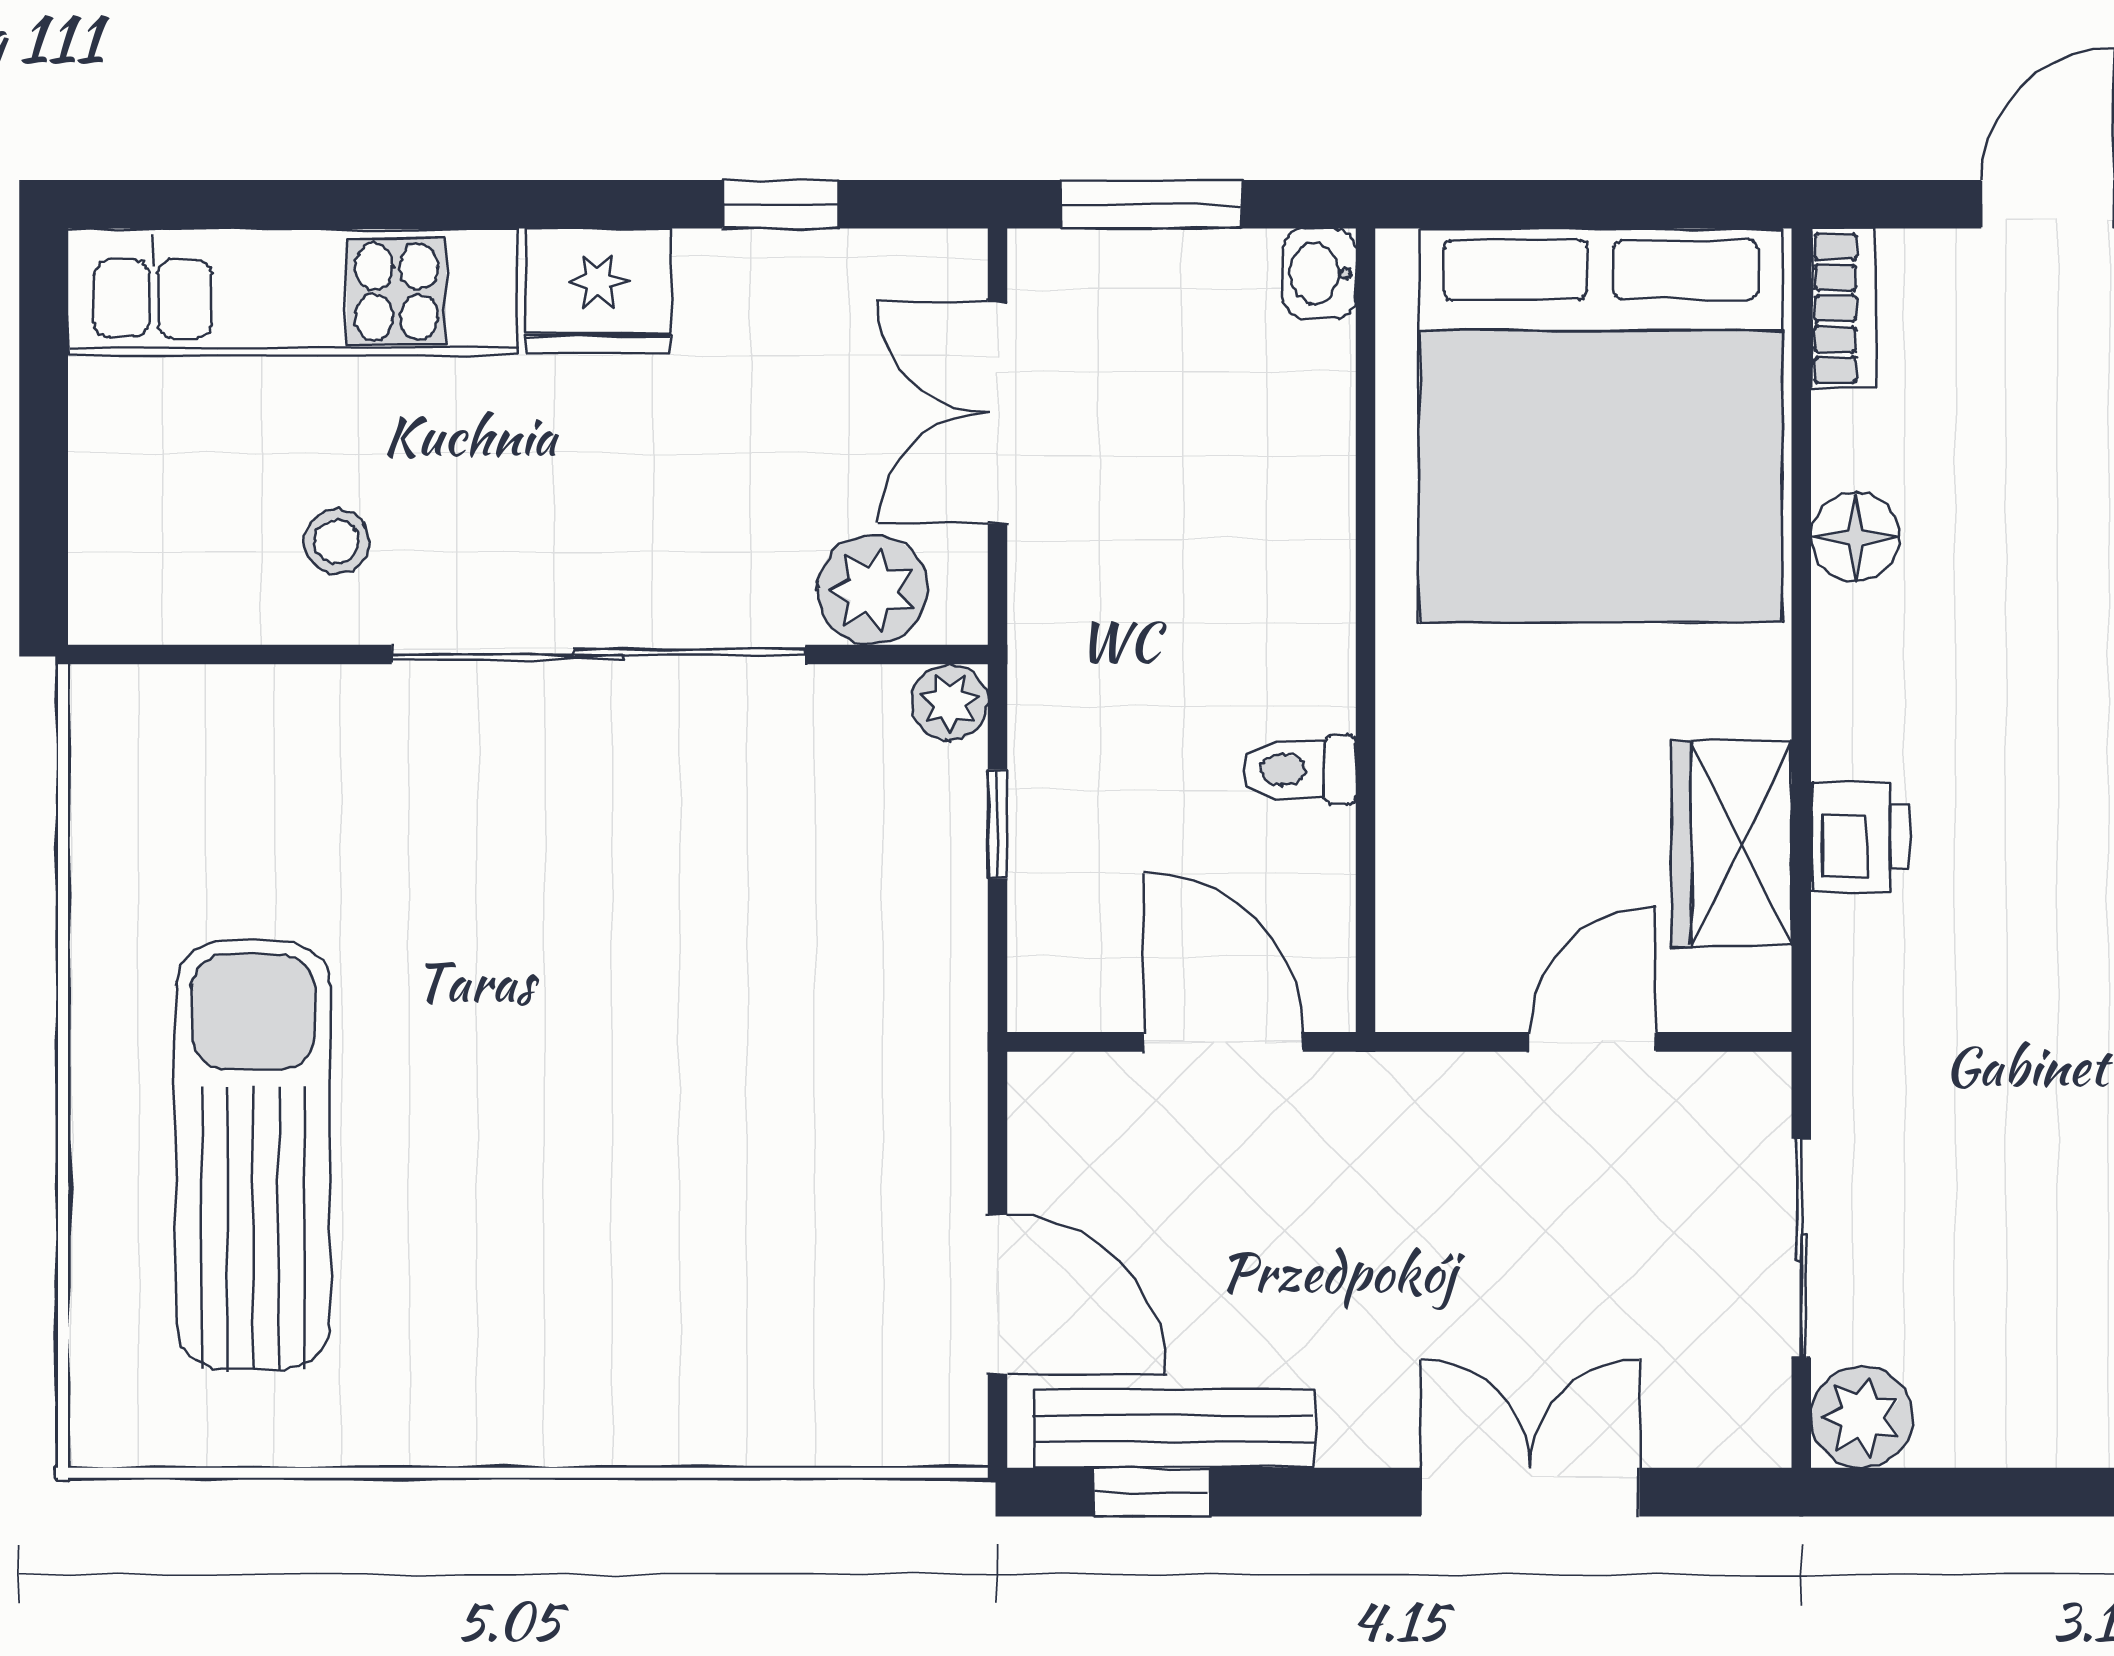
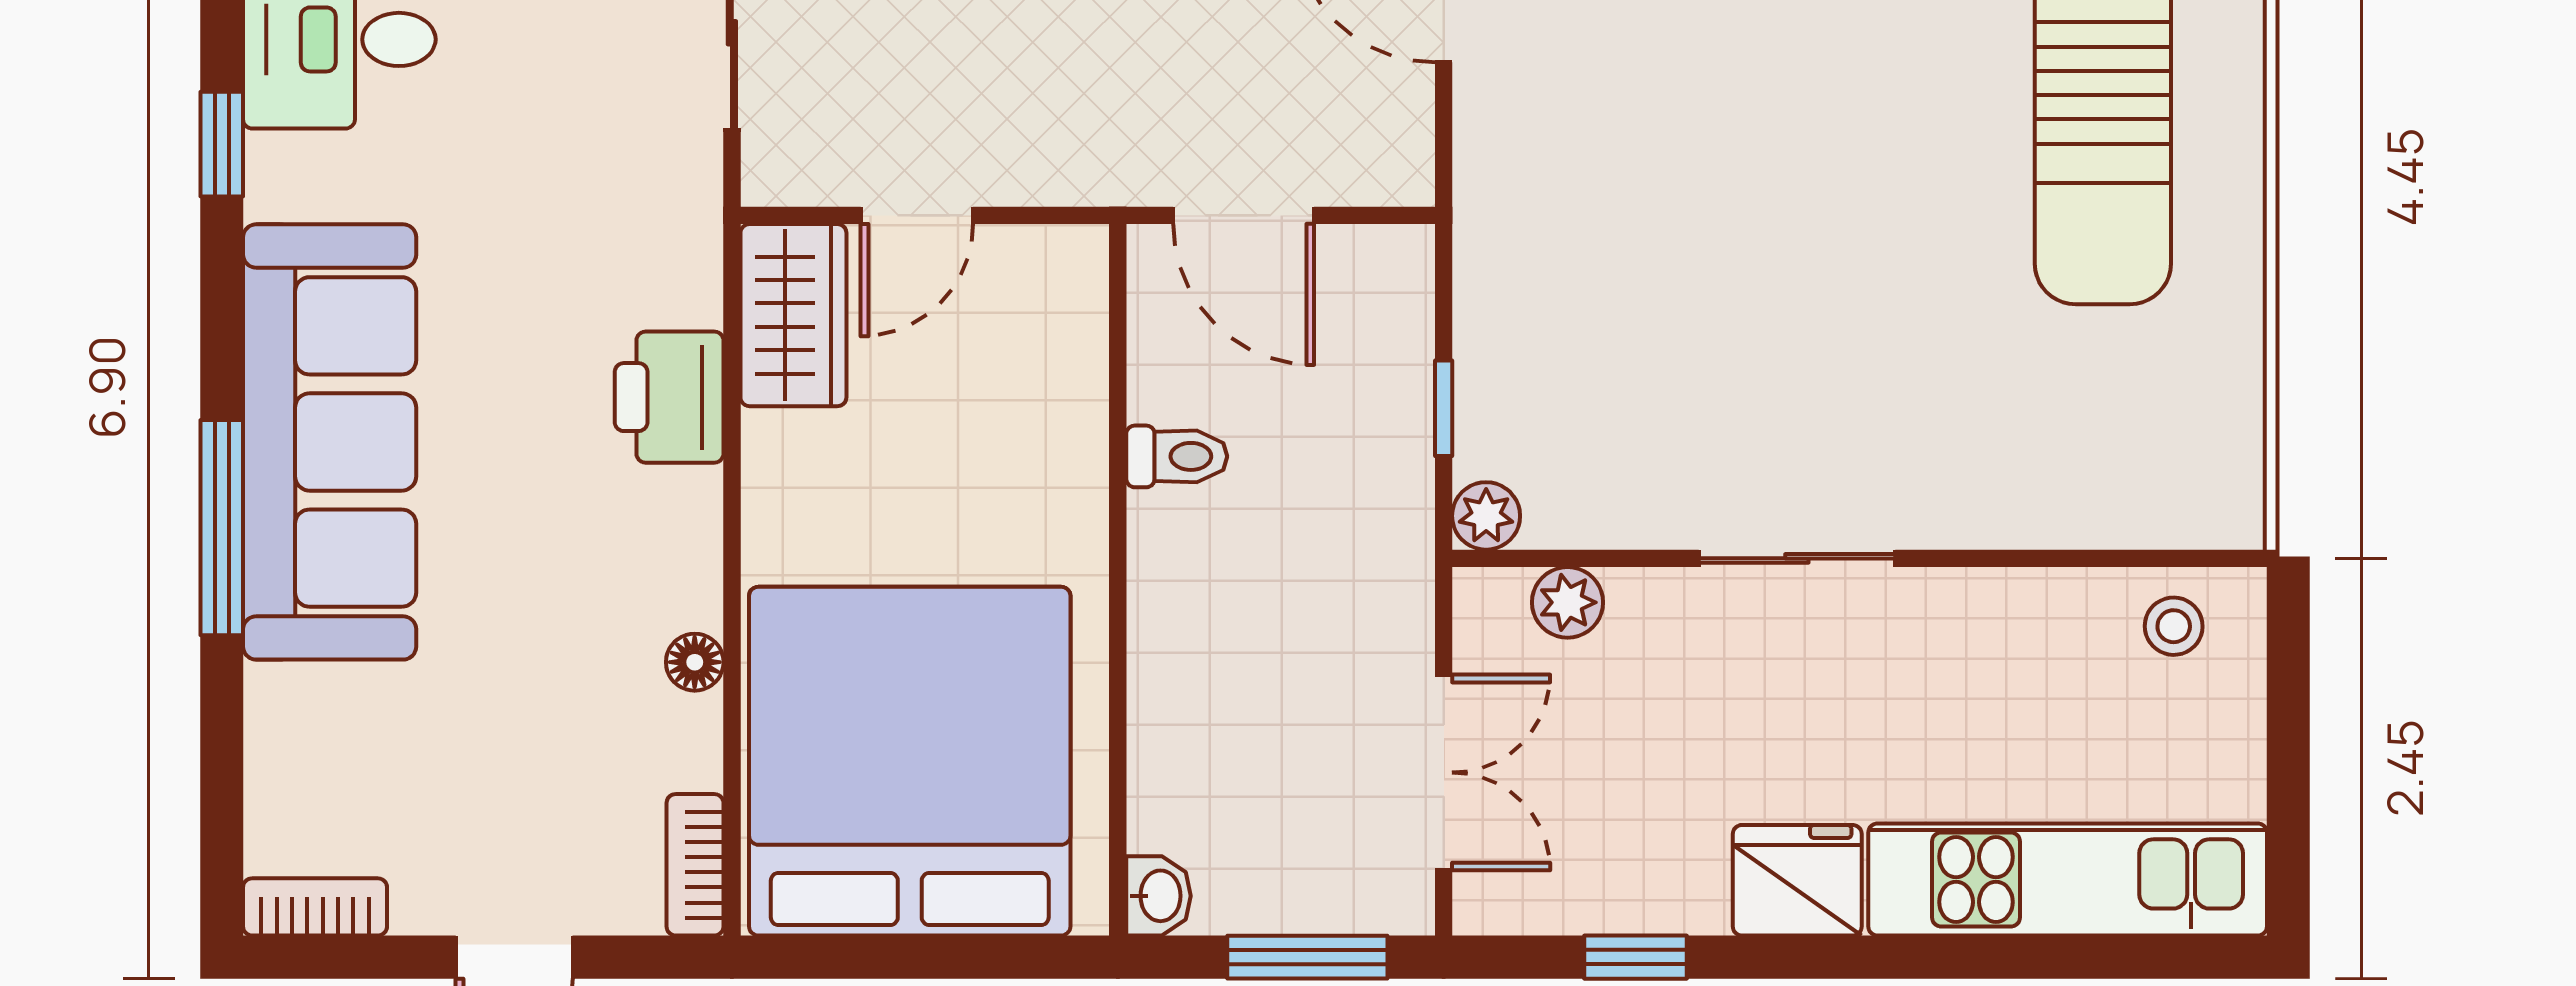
floor lamp: (1855, 537) -> (695, 662), width x0.73, depth x0.73
stool: (337, 542) -> (2174, 626), moved
plant: (873, 590) -> (1568, 602), width x0.73, depth x0.73
sliding door: (598, 655) -> (1797, 558), width x0.54
printer: (1860, 837) -> (669, 397), width x1.36, depth x1.24
wardrobe: (1732, 844) -> (793, 315), moved

